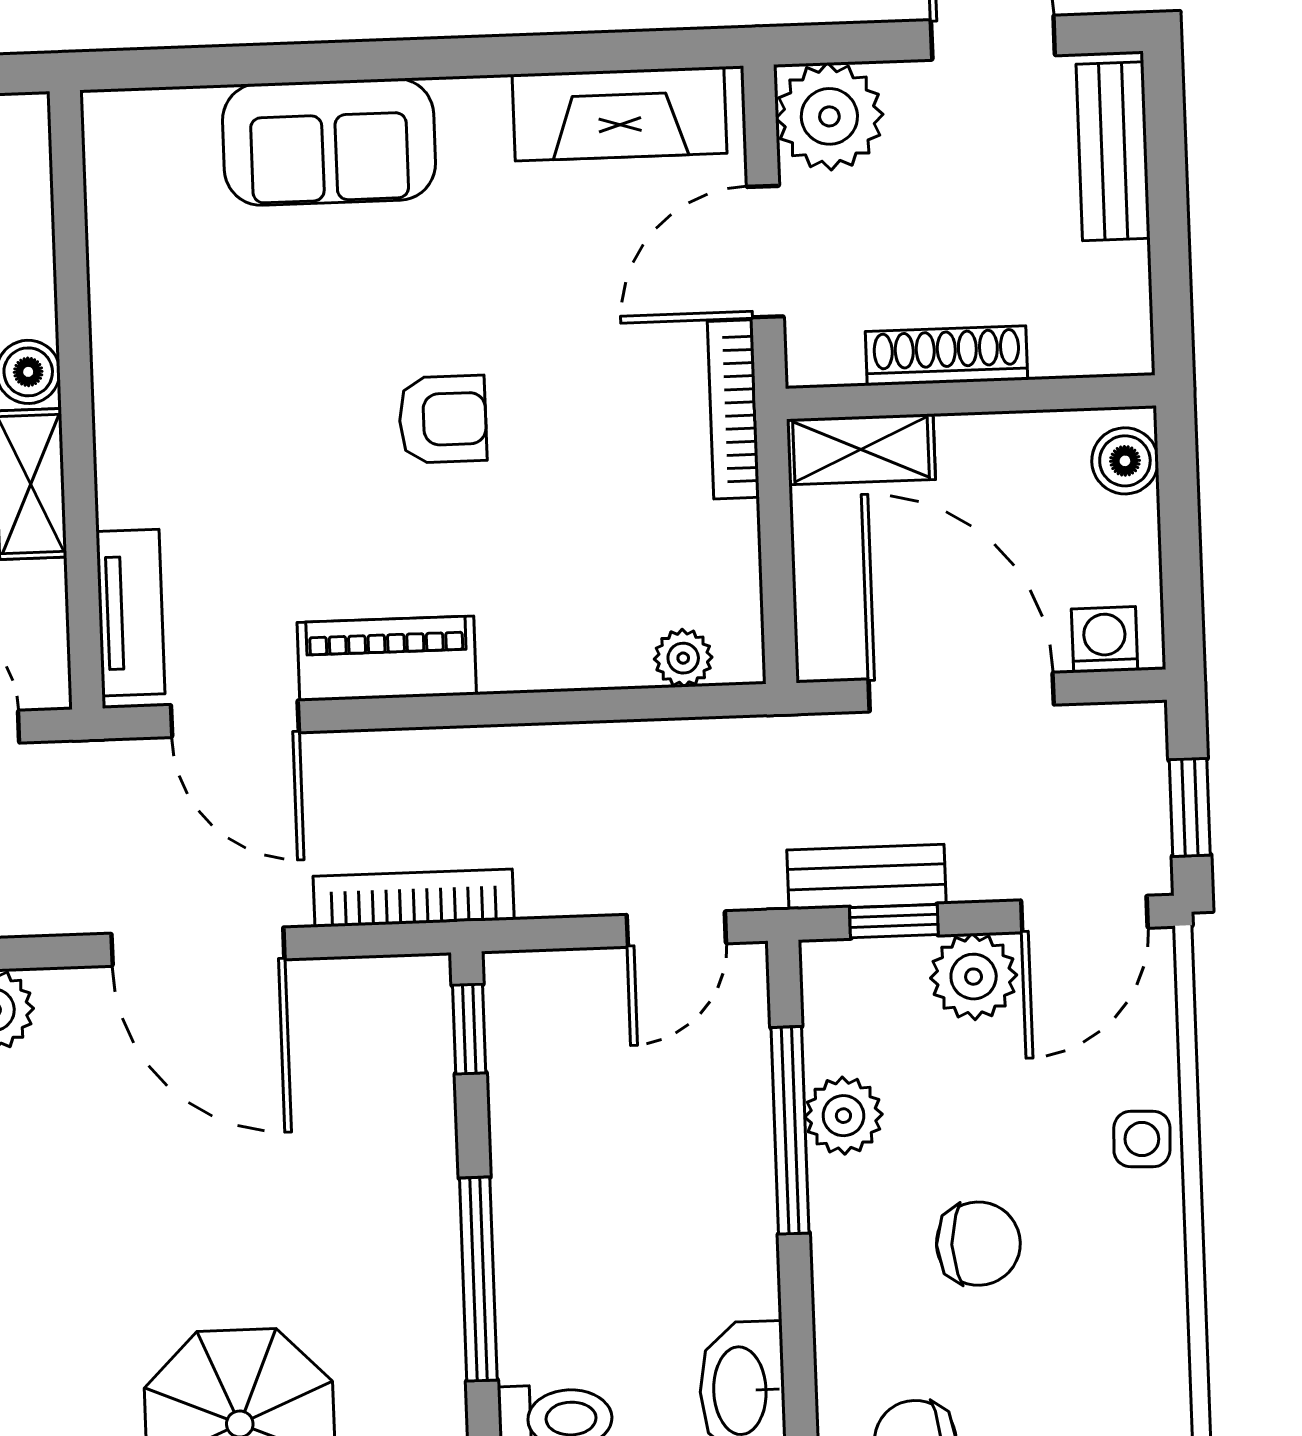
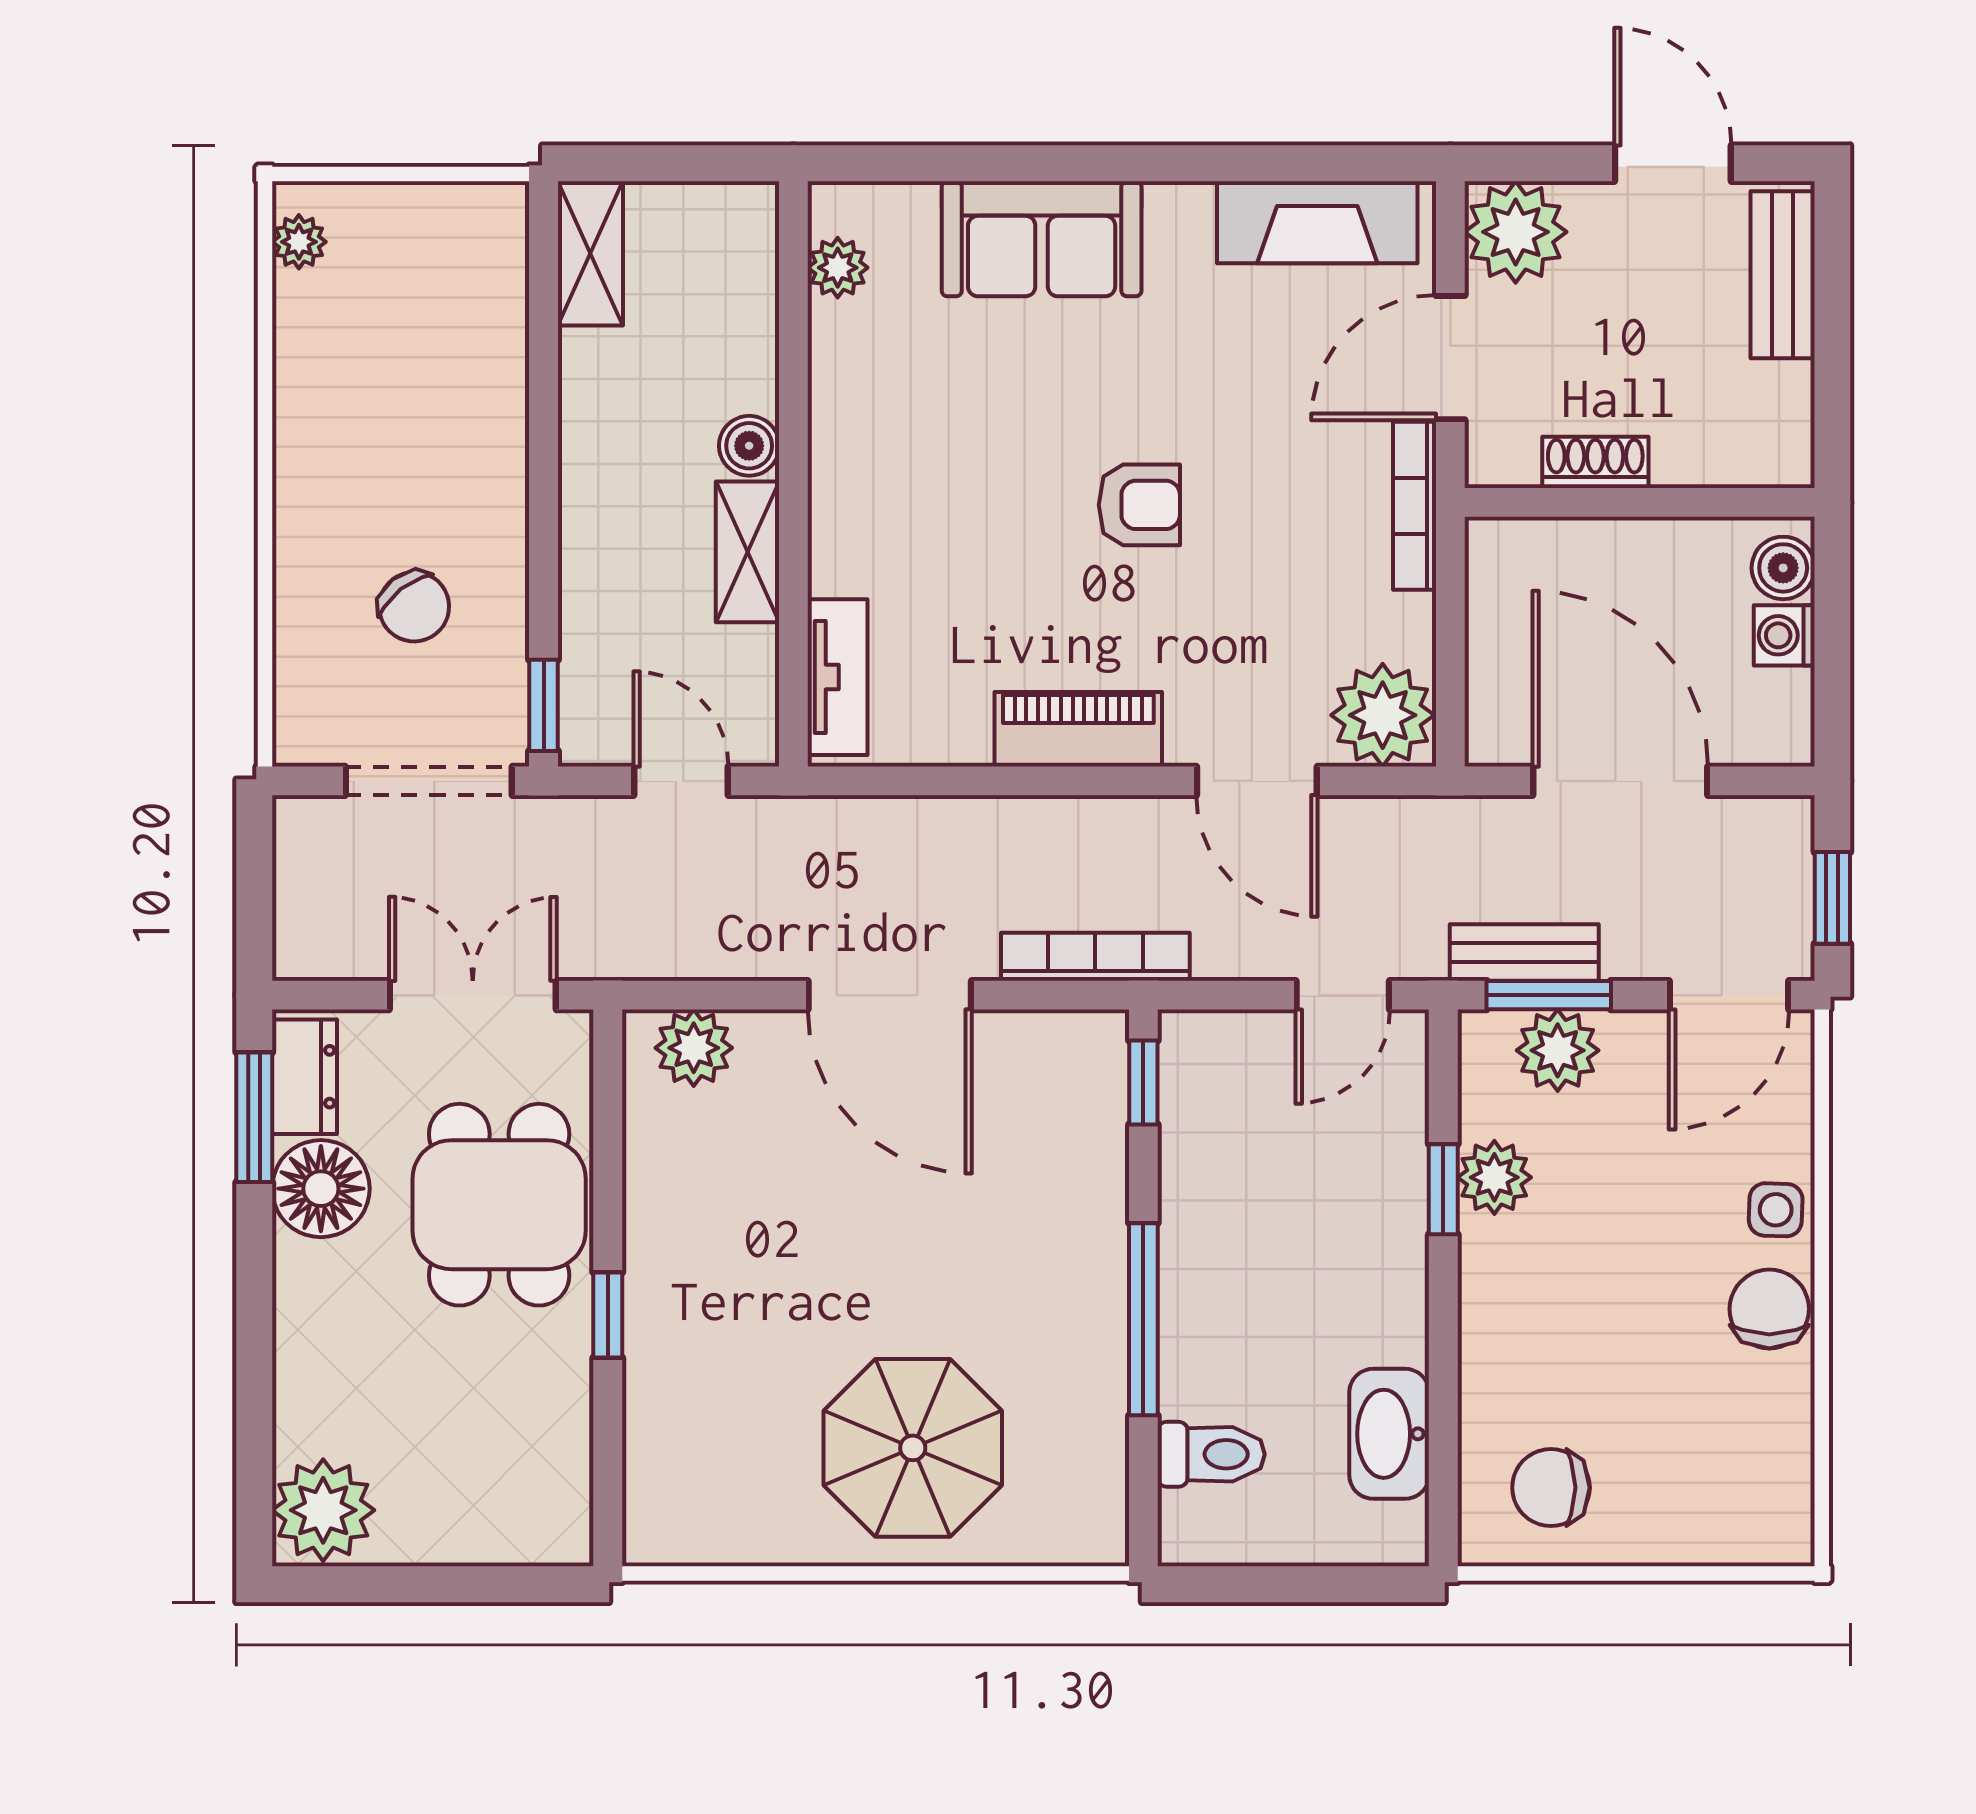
plant: (115, 180) -> (838, 268), added
shoe rack: (947, 356) -> (1595, 462), width x0.70
shelving: (861, 449) -> (1534, 548), removed
washing machine: (1105, 640) -> (1784, 635), moved, turned -90
plant: (683, 658) -> (1383, 715), width x1.88, depth x1.88
door: (235, 719) -> (1257, 781), moved
window: (894, 921) -> (1549, 995), width x1.50
plant: (974, 977) -> (1558, 1050), moved
window: (790, 1130) -> (1443, 1189), width x0.46
chair: (978, 1244) -> (1769, 1309), moved, turned -90

